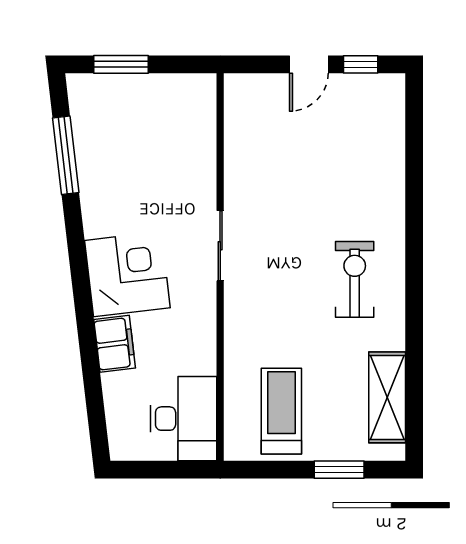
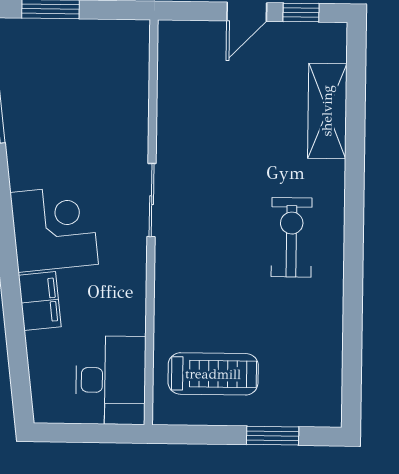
shelving: (387, 397) -> (327, 111), moved
treadmill: (281, 411) -> (213, 374), turned 90

